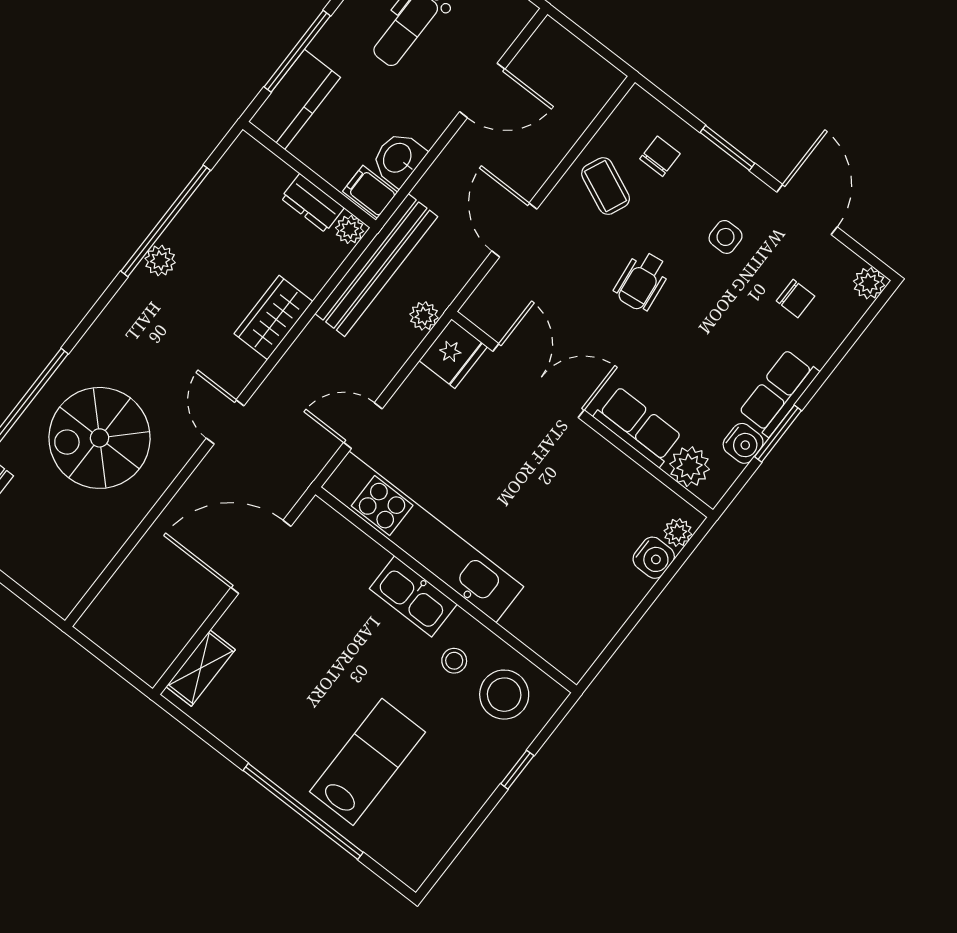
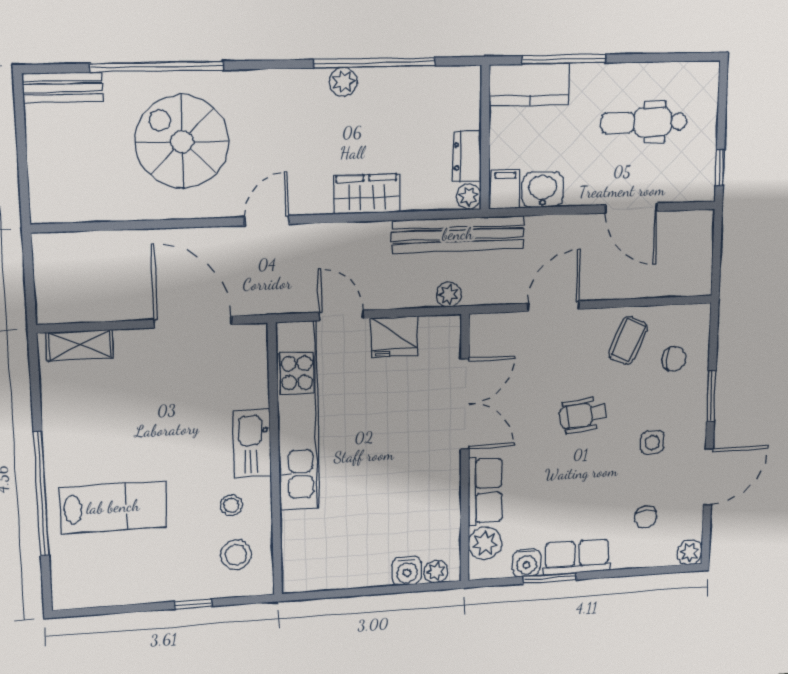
fridge: (453, 354) -> (394, 337), moved
stool: (504, 695) -> (236, 555), width x0.73, depth x0.73

